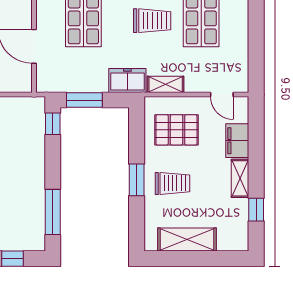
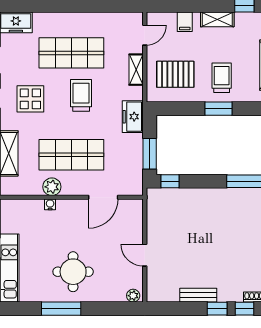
shelving: (166, 84) -> (136, 70), moved
pallet: (176, 130) -> (175, 74), turned 90
filing cabinet: (237, 141) -> (185, 22), width x0.50

